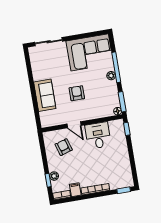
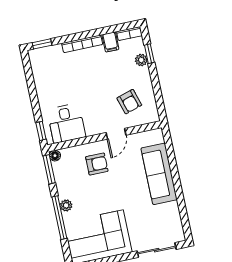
armchair: (77, 93) -> (97, 164), moved, turned -90
sofa: (45, 95) -> (159, 174), width x1.36
door: (74, 125) -> (116, 134), swing flipped
desk: (98, 135) -> (66, 123), moved

